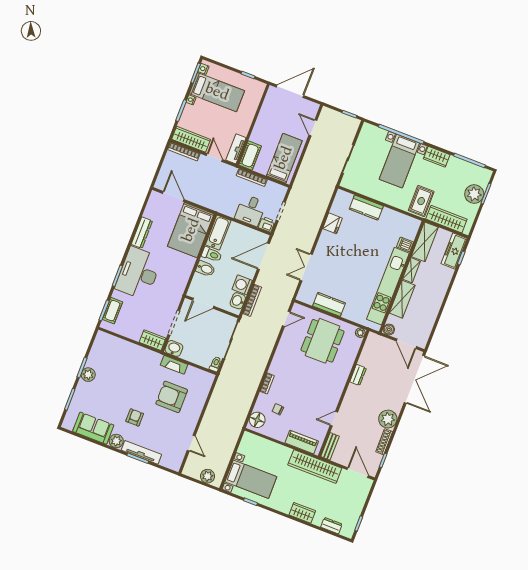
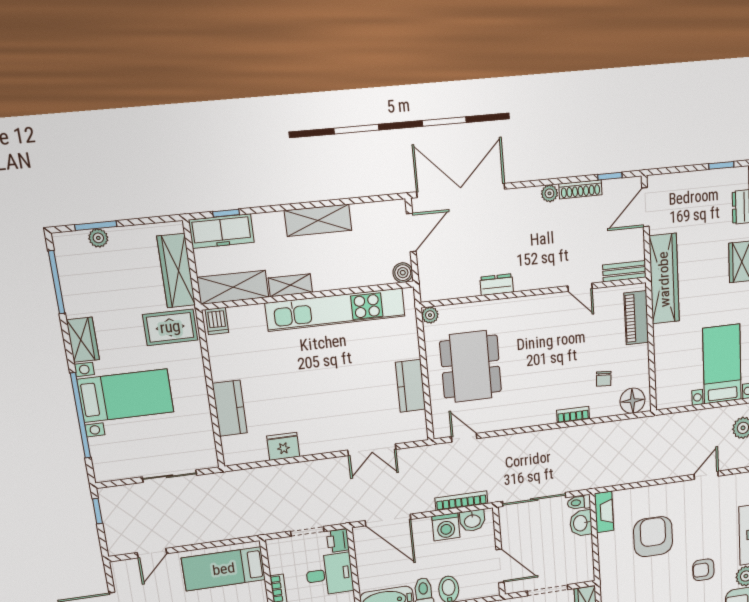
plant: (474, 194) -> (98, 238), width x0.53, depth x0.53
dishwasher: (405, 244) -> (217, 321), moved
shelving: (402, 299) -> (318, 220), moved
dining table: (323, 341) -> (471, 367), turned 90
washbasin: (174, 348) -> (581, 523), moved
fireplace: (174, 365) -> (604, 512), moved
armchair: (172, 397) -> (653, 537), turned 180
plant: (388, 419) -> (549, 193), width x0.53, depth x0.53

